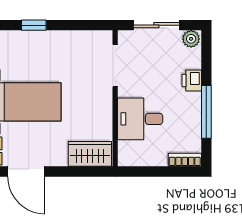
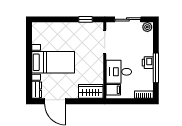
window: (34, 25) -> (86, 19), moved
printer: (192, 81) -> (148, 63), moved
filing cabinet: (130, 151) -> (113, 90), added

